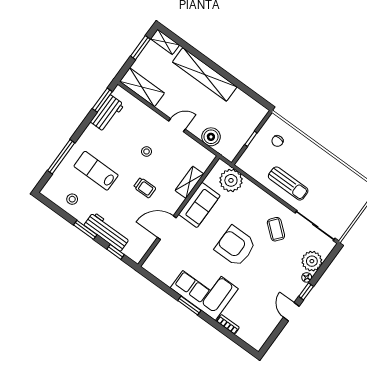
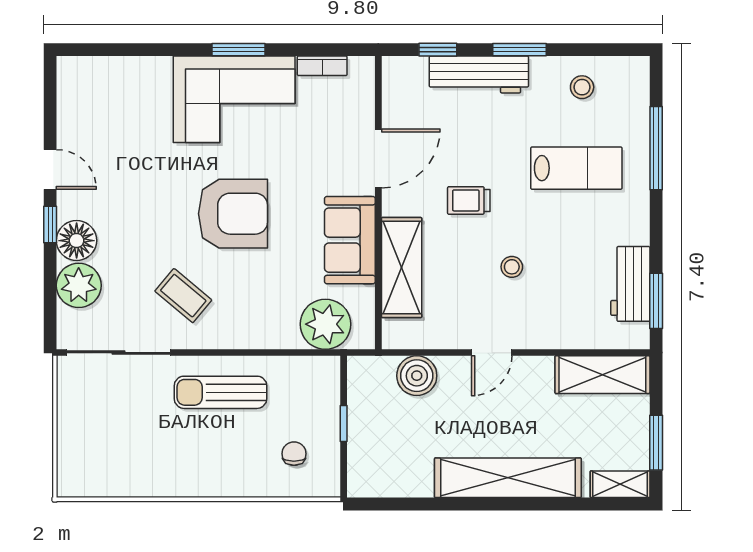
shelving: (189, 182) -> (402, 268), width x1.50, depth x1.33
floor lamp: (307, 277) -> (77, 241), width x1.89, depth x1.89
bookcase: (228, 324) -> (322, 66), moved

